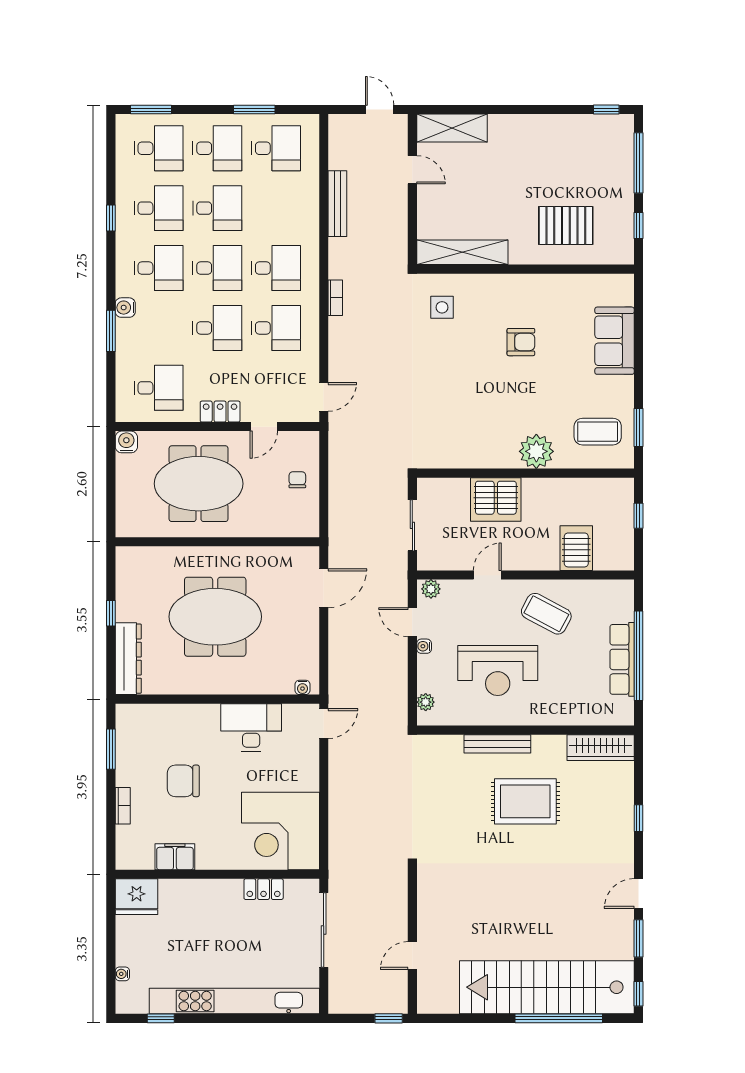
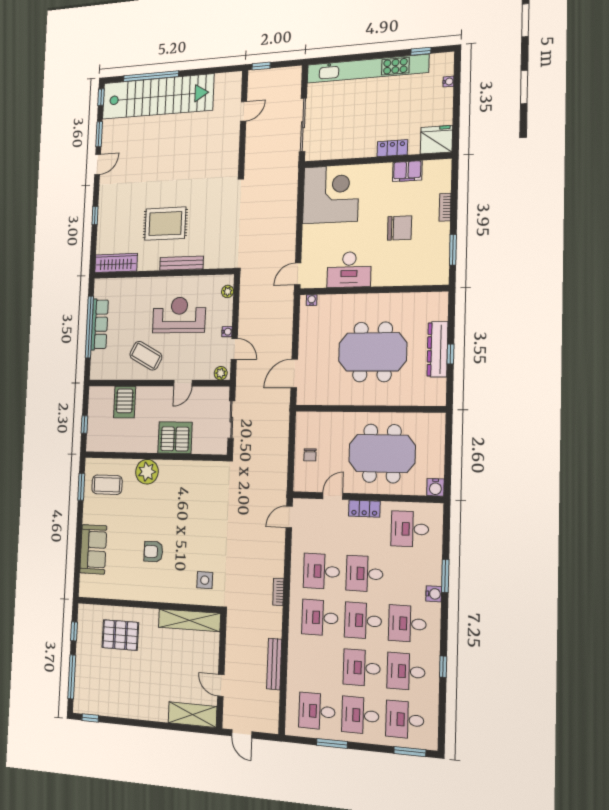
dresser: (128, 659) -> (437, 349), moved
locker: (264, 889) -> (392, 148), moved

